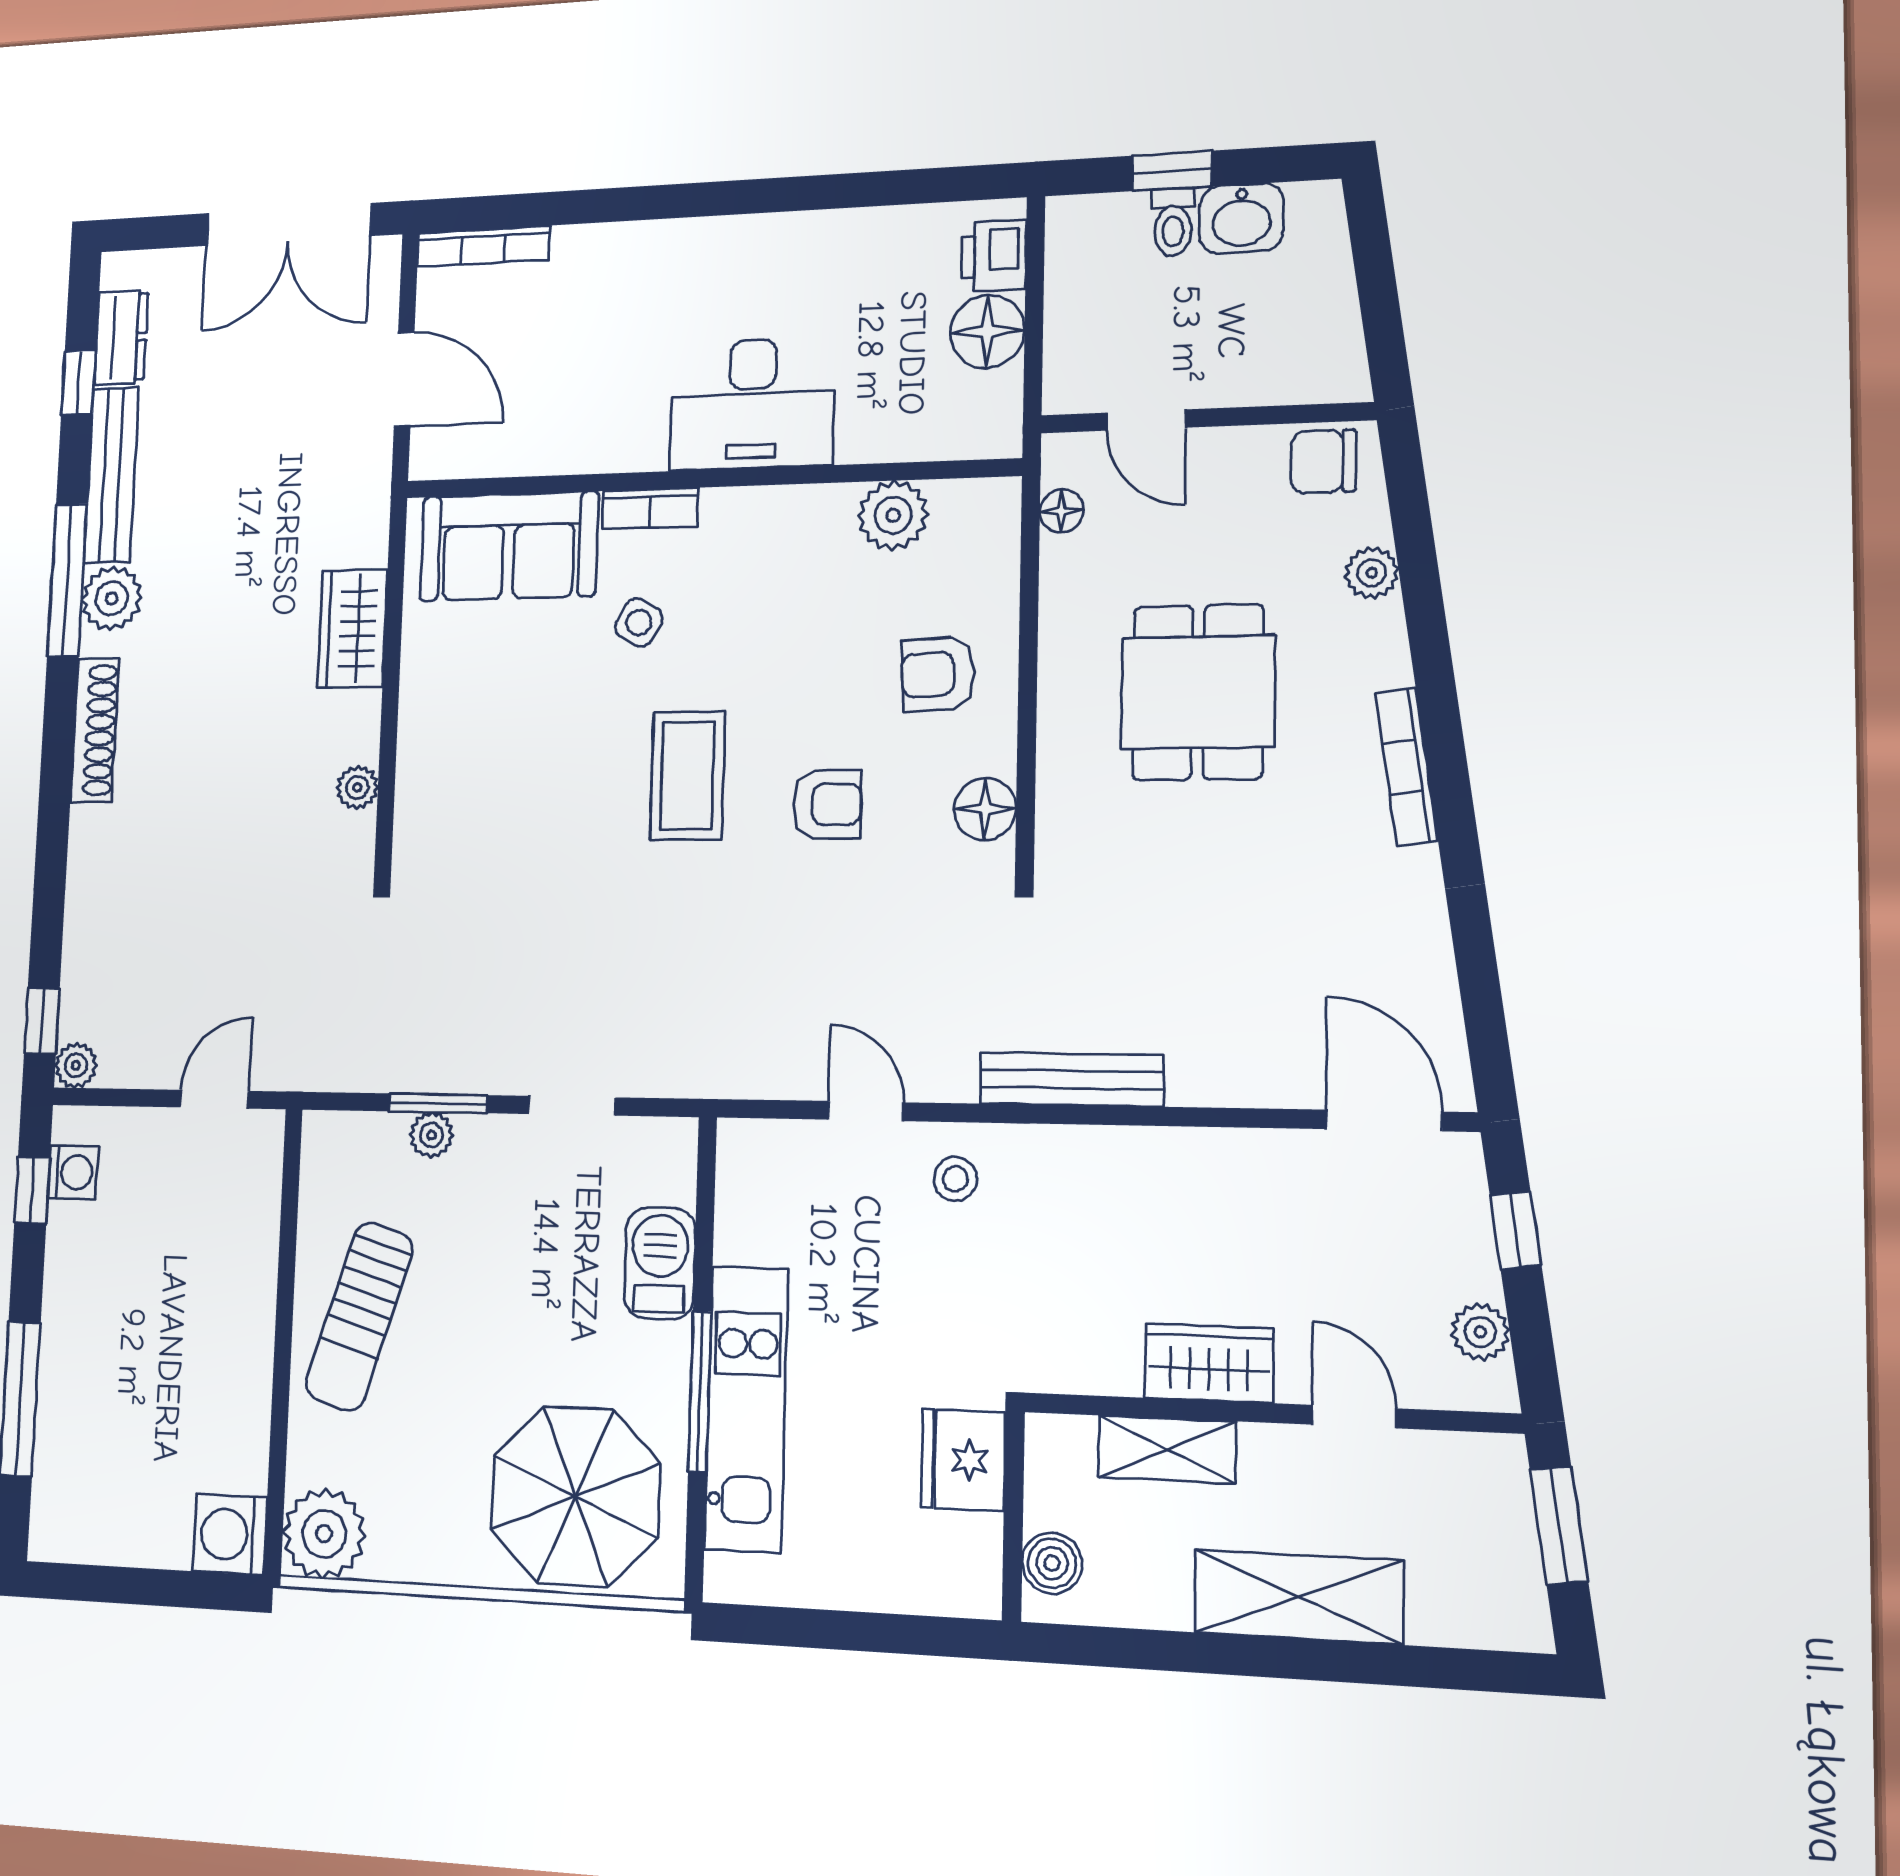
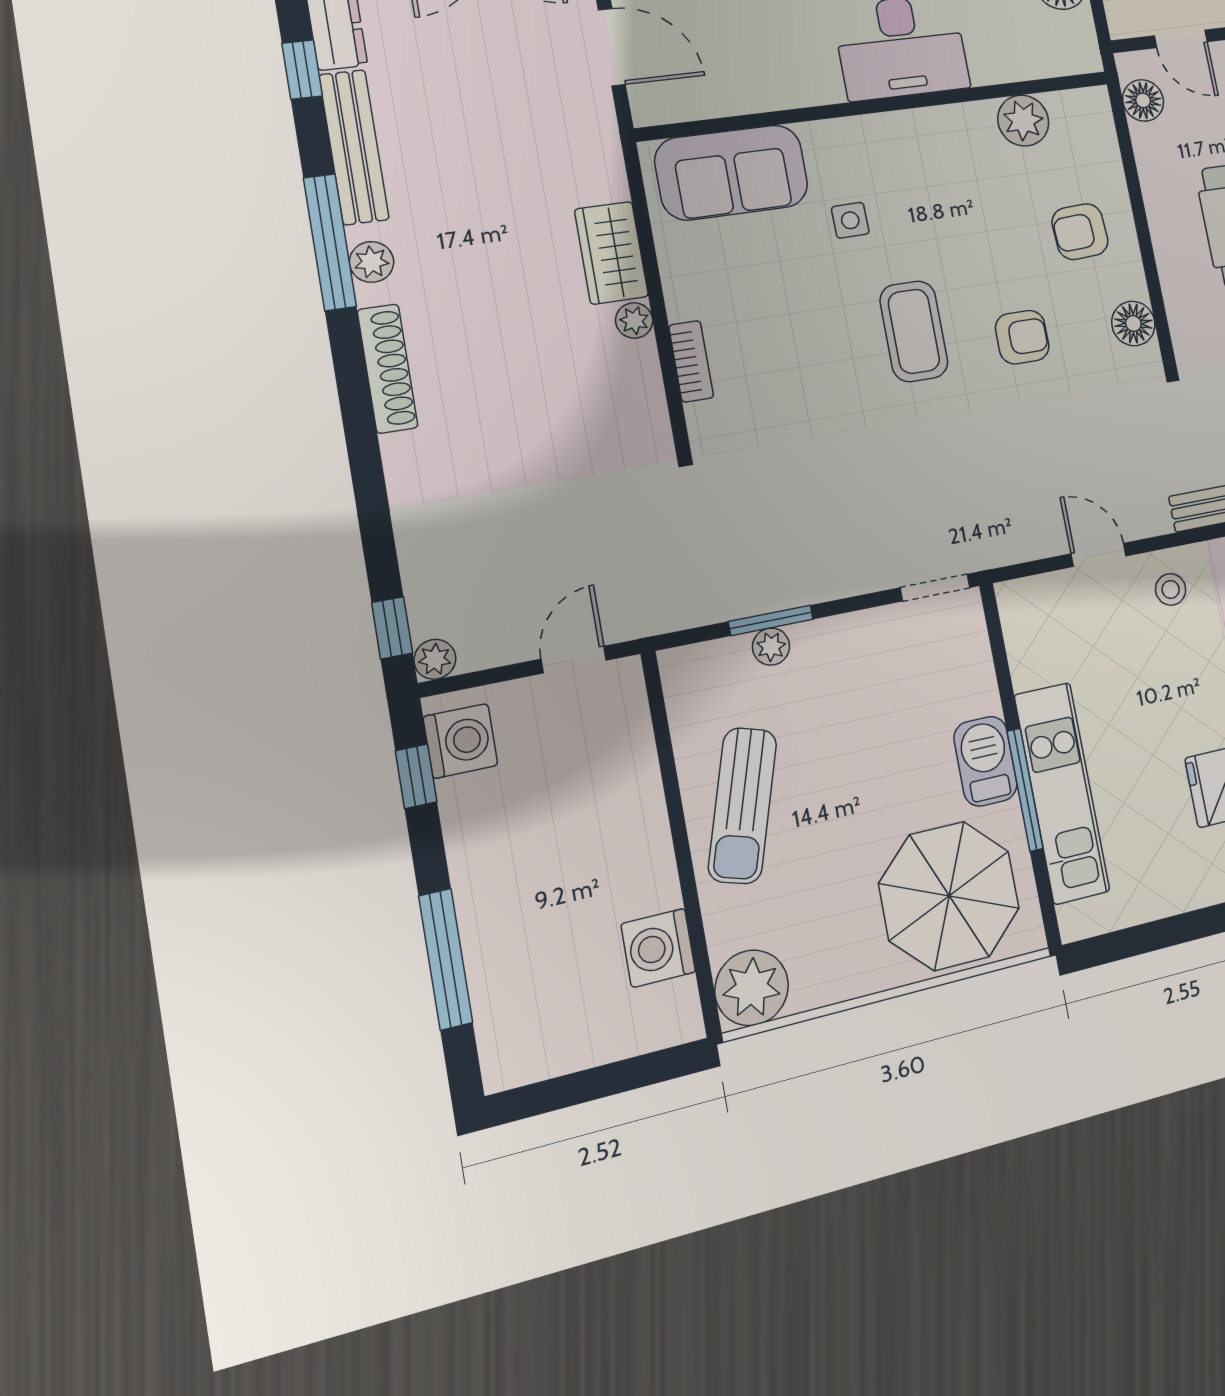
bookcase: (650, 508) -> (691, 361), moved, turned -90
floor lamp: (1062, 511) -> (1143, 100), width x1.37, depth x1.37
plant: (112, 598) -> (372, 262), width x0.73, depth x0.73
side table: (639, 623) -> (850, 220), turned -30
plant: (357, 787) -> (634, 321), moved
doorway: (572, 1106) -> (935, 588), moved
washing machine: (73, 1172) -> (460, 741), width x1.38, depth x1.38
barbecue: (660, 1263) -> (985, 761), moved
washing machine: (230, 1534) -> (658, 948), moved

